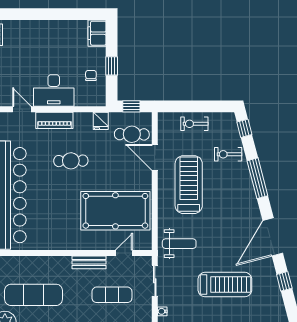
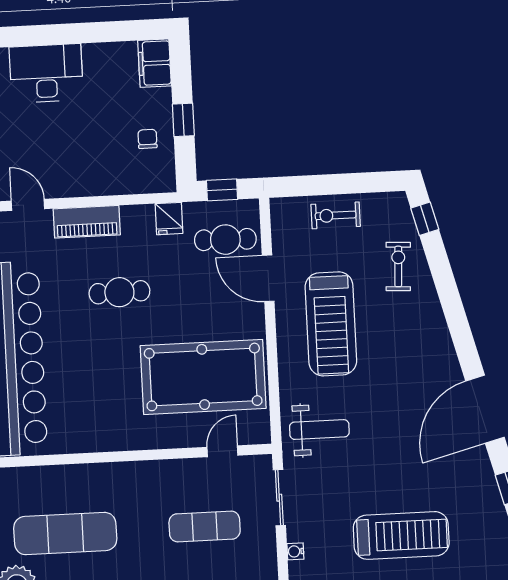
desk: (54, 90) -> (46, 73), moved, turned 180
exercise bike: (228, 154) -> (398, 266), turned 93
window: (257, 178) -> (452, 306), removed
treadmill: (189, 185) -> (331, 324), turned 180
bench: (89, 262) -> (161, 471), removed
treadmill: (225, 285) -> (401, 535), moved

